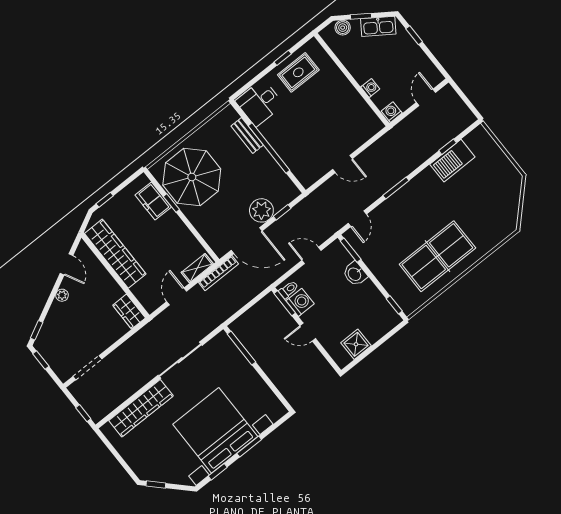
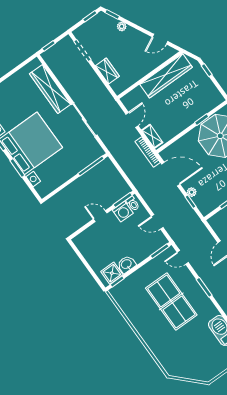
freezer: (153, 201) -> (204, 106), removed
plant: (261, 210) -> (192, 192), width x0.53, depth x0.53
door: (247, 241) -> (171, 174), swing flipped
door: (311, 255) -> (157, 222), swing flipped
table tennis table: (437, 256) -> (171, 301), moved
washbasin: (355, 274) -> (126, 264), moved
plant: (62, 295) -> (122, 26), moved
door: (177, 296) -> (132, 120), hinge flipped
wardrobe: (129, 312) -> (107, 71), moved, turned 90
door: (308, 332) -> (100, 216), hinge flipped
shower: (356, 344) -> (112, 273), moved

